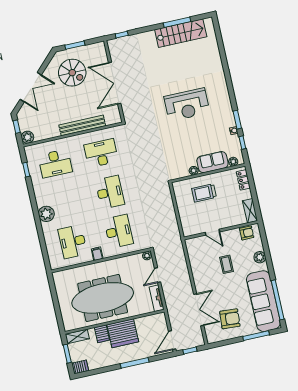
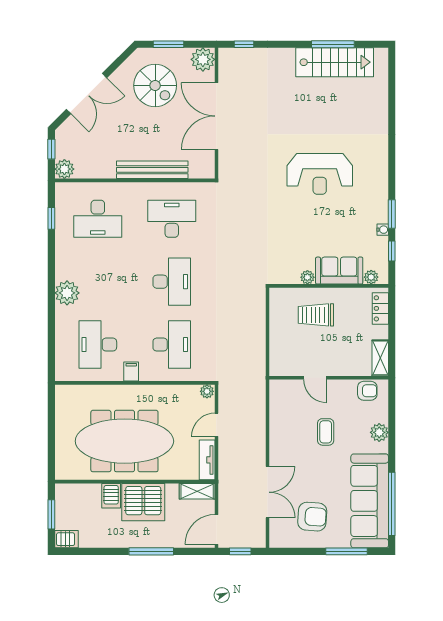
plant: (98, 50) -> (203, 59), added
shelving: (77, 336) -> (197, 491), moved

